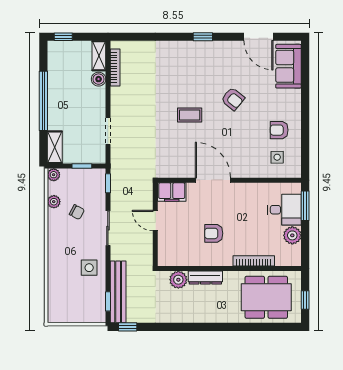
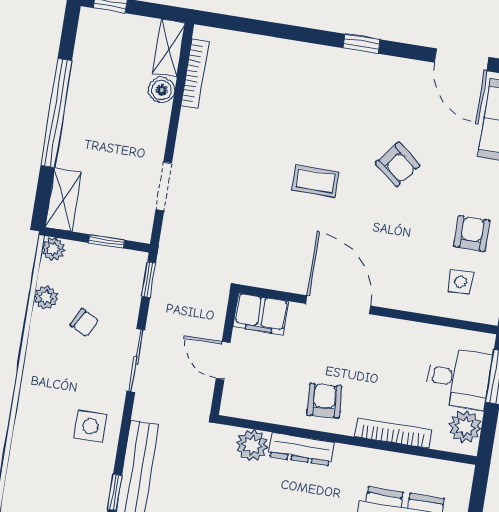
armchair: (279, 130) -> (472, 234), turned 90
armchair: (214, 233) -> (324, 401), turned 86
bookcase: (254, 261) -> (393, 433), moved
wall: (229, 269) -> (347, 440), moved
dresser: (205, 278) -> (301, 449), moved
plant: (178, 280) -> (252, 445), moved

